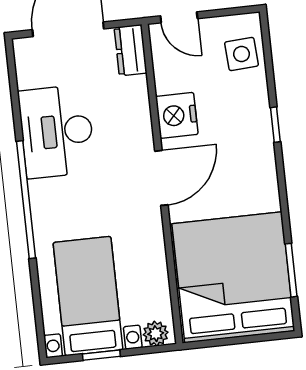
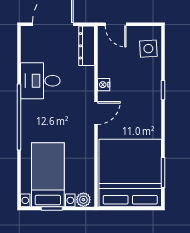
dresser: (131, 50) -> (87, 46), width x1.44
nightstand: (177, 115) -> (104, 85), width x0.53, depth x0.56
desk: (57, 132) -> (40, 81), width x0.73
door: (161, 178) -> (96, 113), width x0.73

